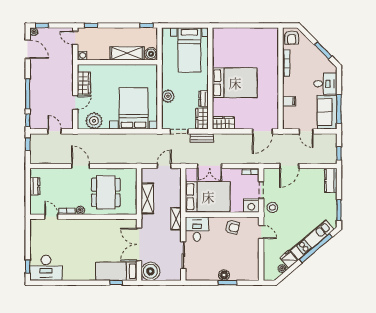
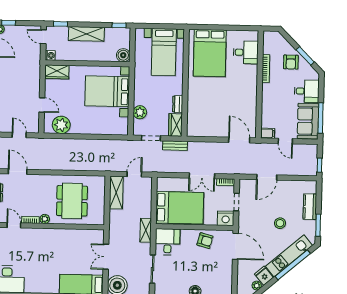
armchair: (292, 37) -> (291, 62), moved
desk: (267, 48) -> (246, 52), added
shelving: (127, 53) -> (86, 34), moved
wardrobe: (84, 83) -> (57, 72), moved, turned 90
bed: (235, 83) -> (210, 53), moved, turned 90
plant: (168, 96) -> (140, 112), moved
filing cabinet: (289, 101) -> (268, 133), moved
door: (75, 102) -> (42, 105), hinge flipped
bed with nightstands: (134, 108) -> (107, 91), moved, turned -90
wardrobe: (223, 123) -> (198, 130), removed
door: (262, 131) -> (239, 140), swing flipped
door: (81, 166) -> (18, 172), moved
double door: (210, 166) -> (202, 176), moved
kitchen counter: (331, 180) -> (310, 207), moved
shelving: (147, 198) -> (116, 193), moved
stool: (272, 207) -> (280, 223), moved
door: (261, 232) -> (235, 246), width x1.88
double door: (139, 245) -> (106, 257), width x0.73

